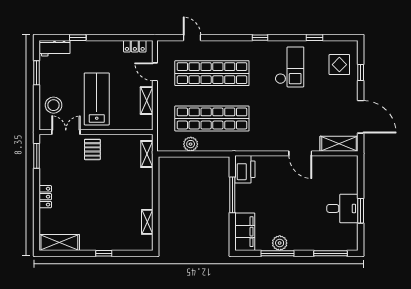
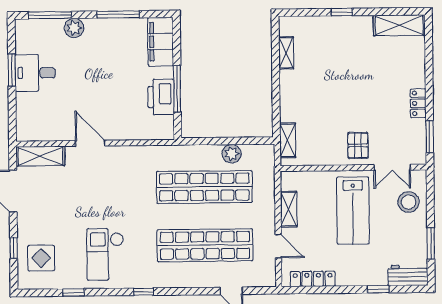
locker: (135, 46) -> (313, 279), width x1.53
printer: (245, 169) -> (161, 97), moved
locker: (45, 197) -> (418, 103), moved
plant: (280, 243) -> (74, 28), moved

